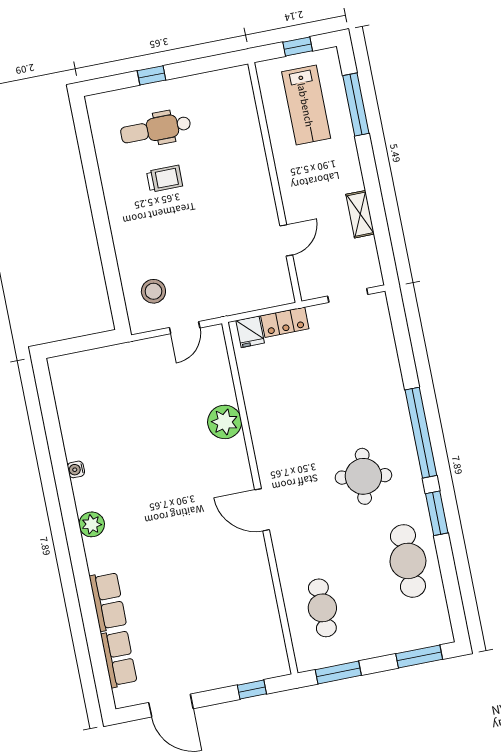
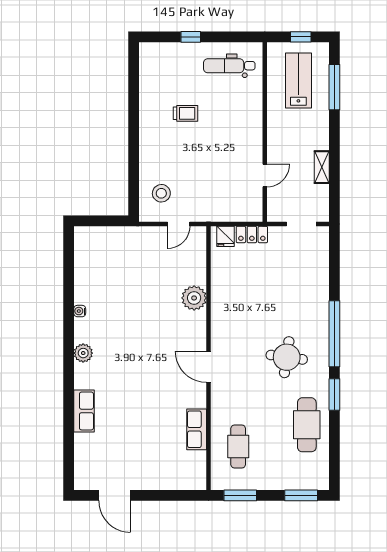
lab bench: (306, 105) -> (298, 80), turned 180
dental chair: (156, 129) -> (229, 66), moved
row of seats: (119, 658) -> (197, 429), moved, turned 180
window: (252, 690) -> (175, 495), removed

